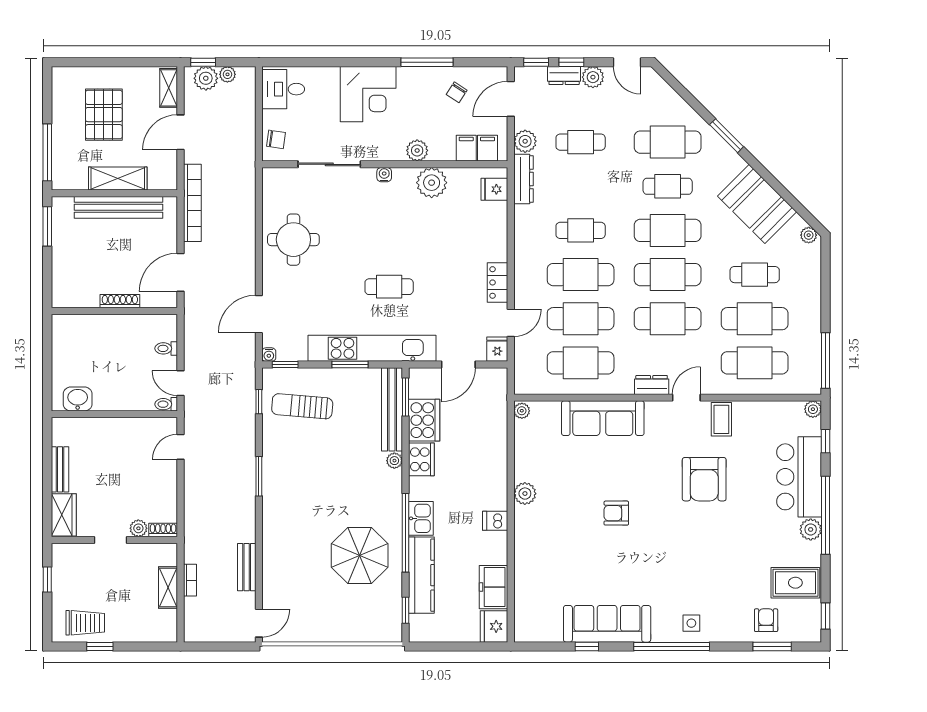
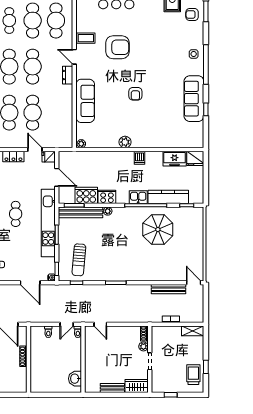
cafe table: (581, 363) -> (56, 113), removed
bench: (247, 567) -> (169, 289), width x1.36
shelving: (168, 587) -> (193, 331), moved

